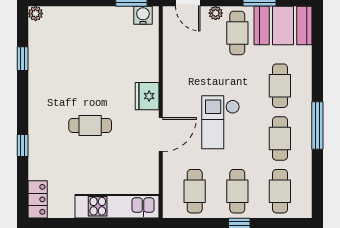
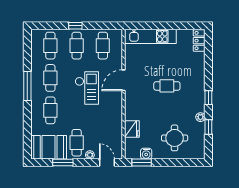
plant: (36, 14) -> (200, 117), moved
water cooler: (143, 15) -> (146, 154), moved
round table: (78, 41) -> (175, 138), added
fridge: (147, 96) -> (132, 129), moved
window: (23, 145) -> (208, 98), moved

